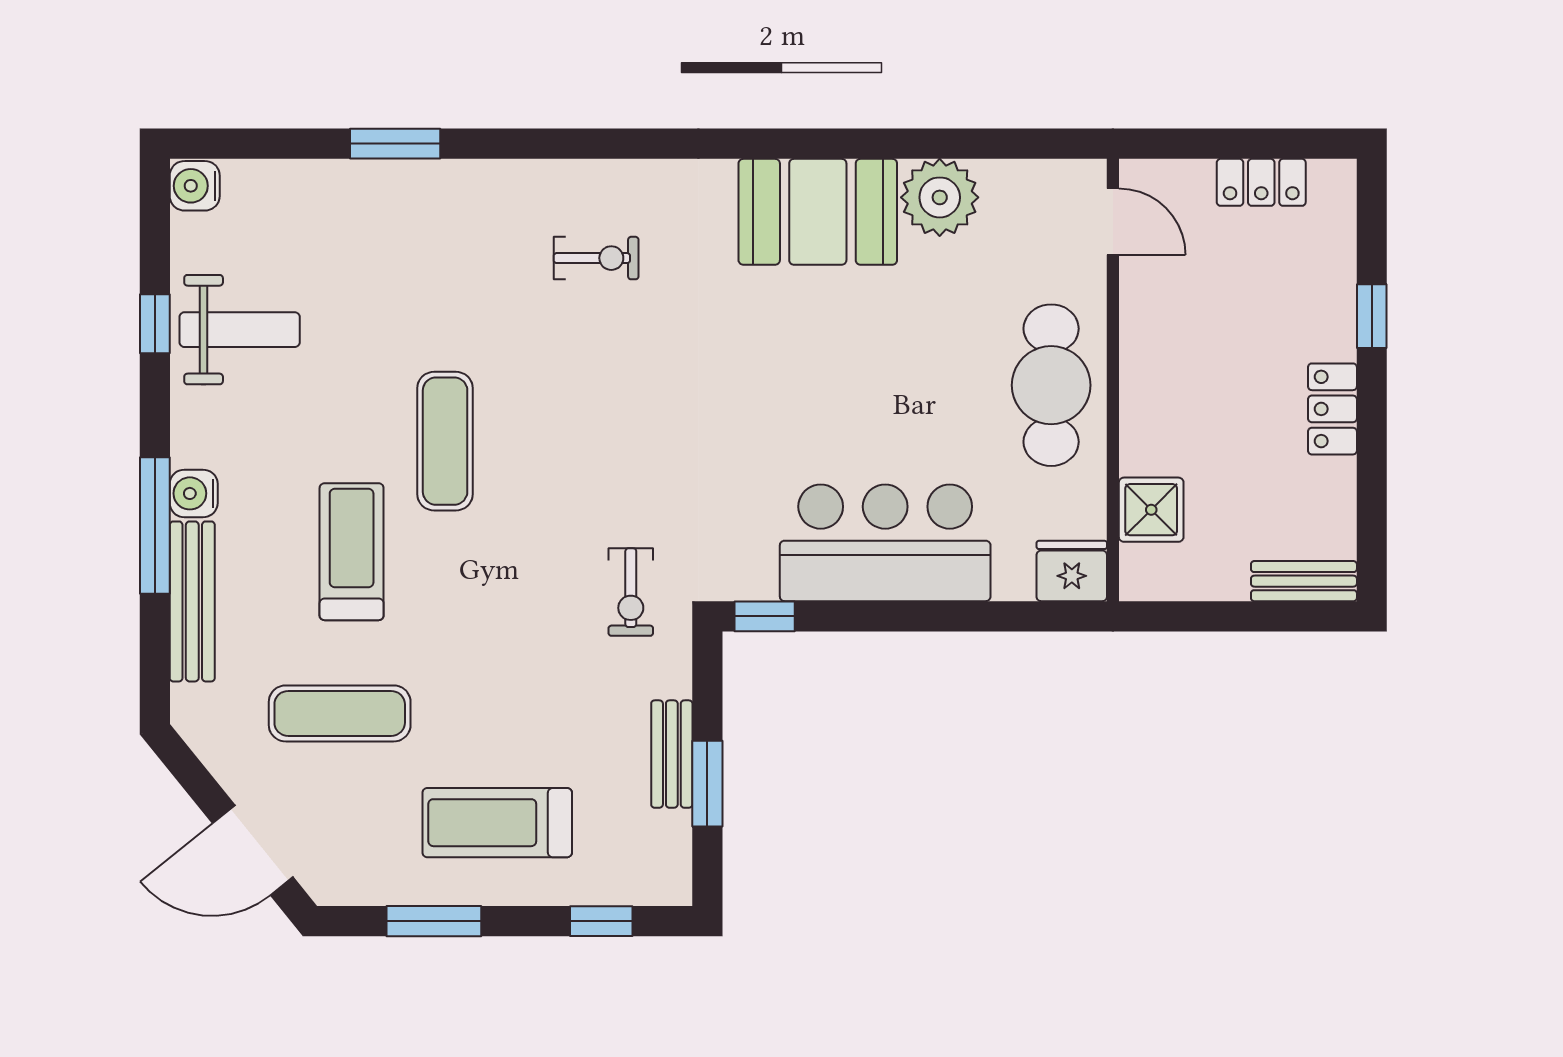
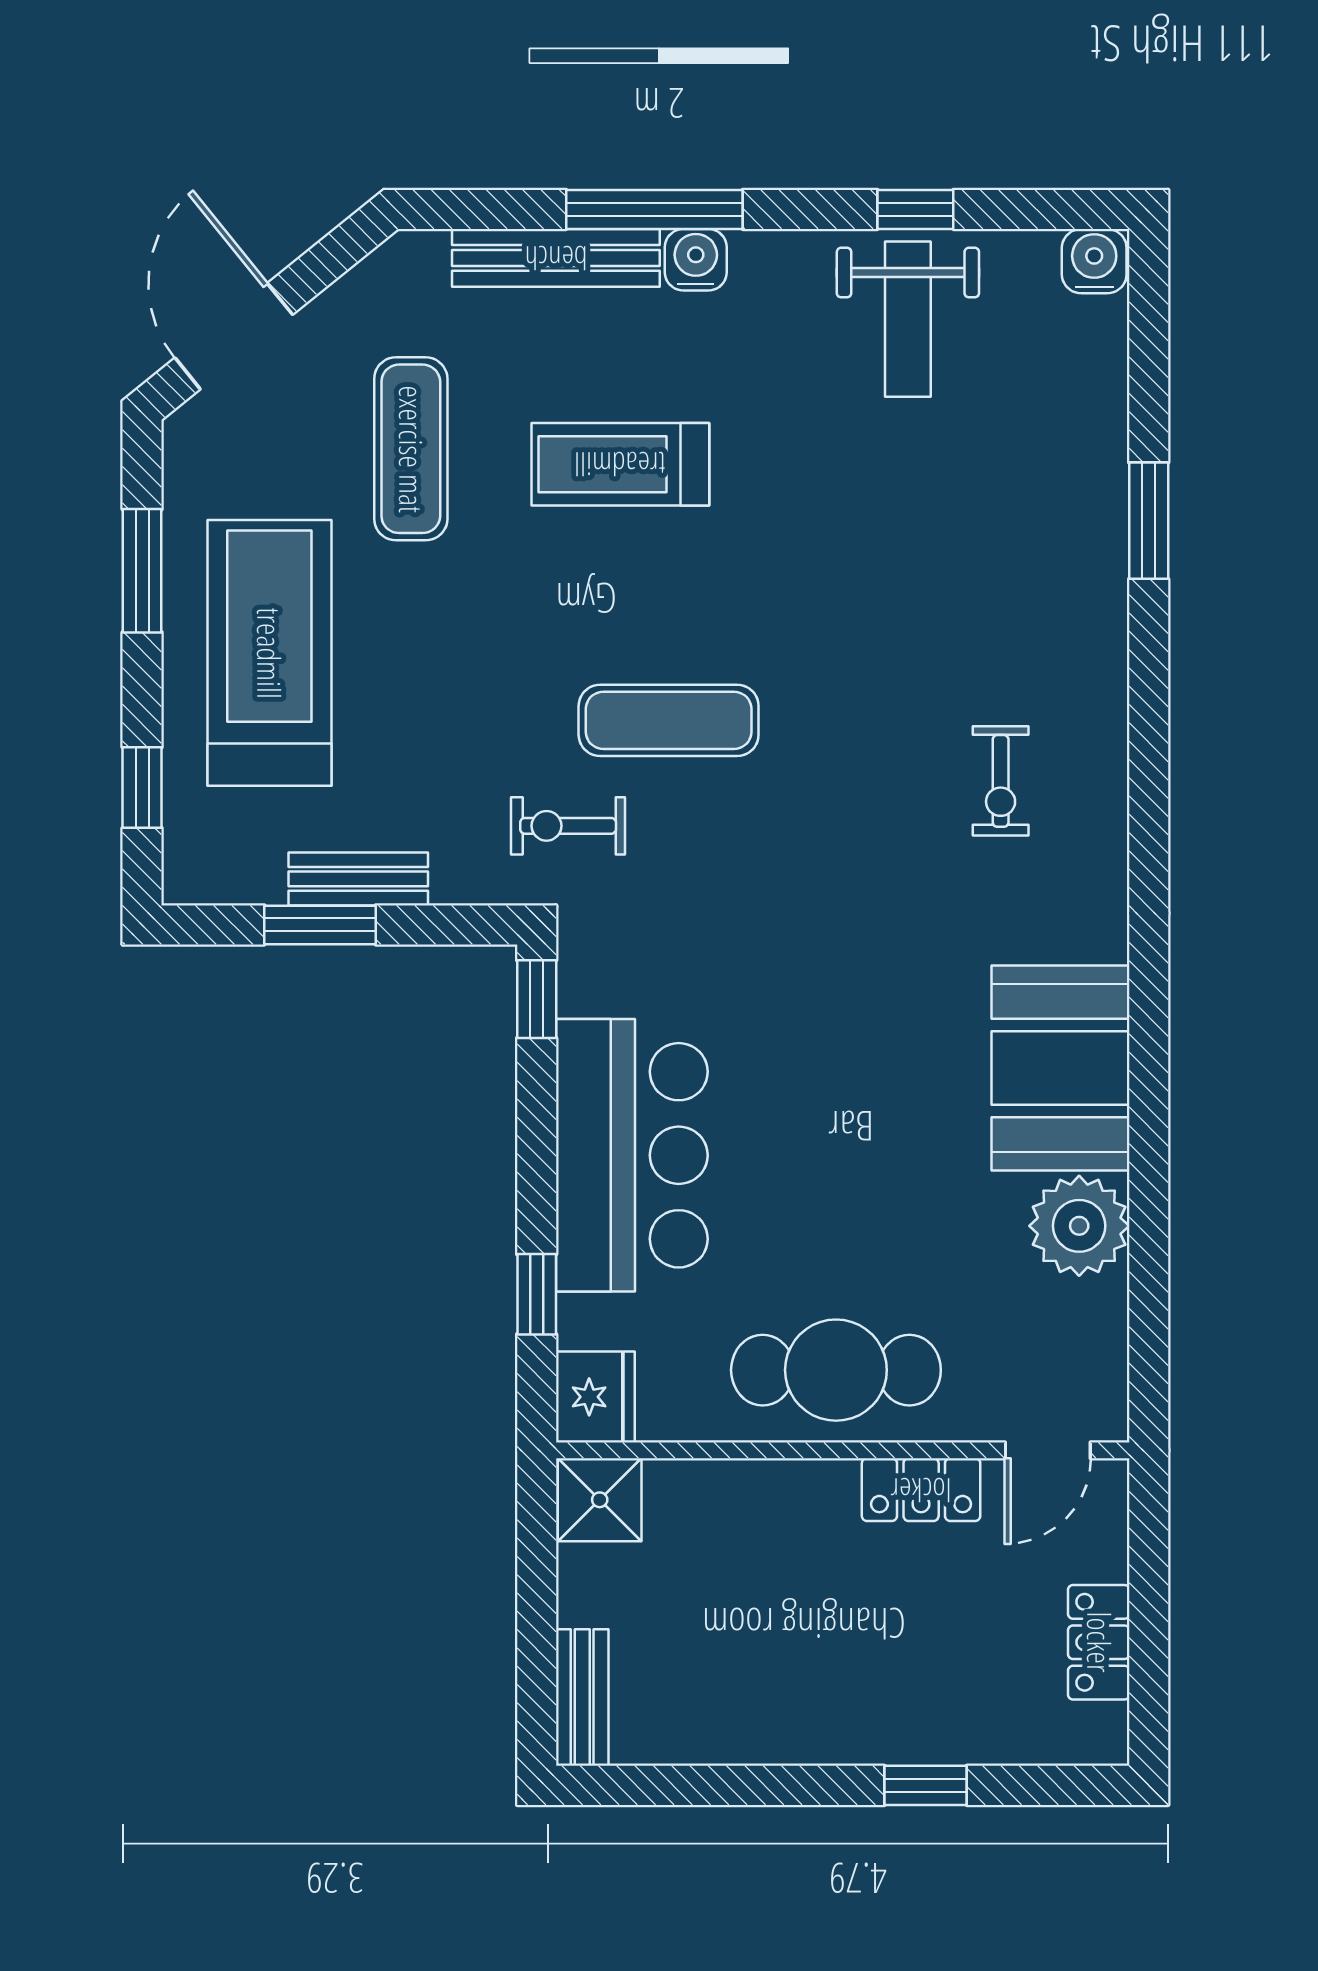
locker: (1332, 409) -> (921, 1490), moved, turned 180
exercise mat: (445, 441) -> (669, 720), moved
shower: (1151, 510) -> (600, 1500), moved
treadmill: (352, 552) -> (620, 464), turned 180
window: (993, 616) -> (537, 1294), added
treadmill: (497, 823) -> (269, 653), width x1.37, depth x1.37

